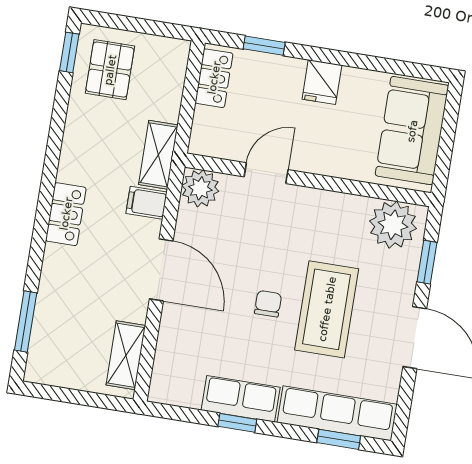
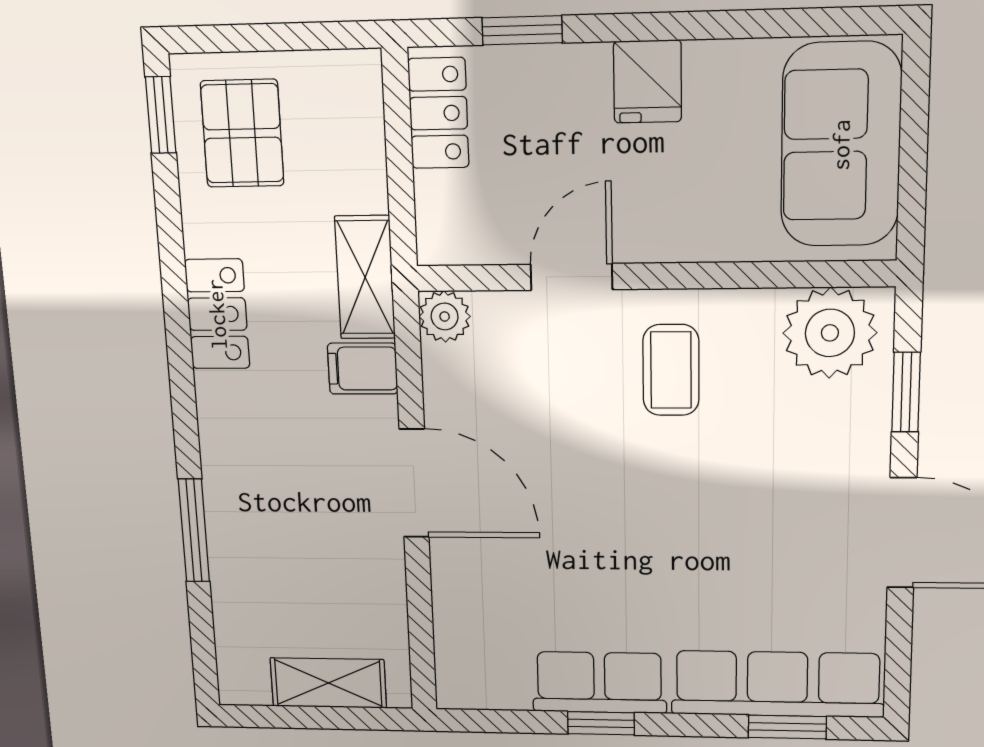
plant: (200, 188) -> (445, 316), width x0.73, depth x0.73
locker: (66, 214) -> (217, 314), moved
chair: (268, 304) -> (618, 513), removed
coffee table: (327, 309) -> (671, 370), moved, width x0.54, depth x0.58
window: (26, 322) -> (194, 530), moved
shelving: (126, 355) -> (328, 683), moved, turned 90

